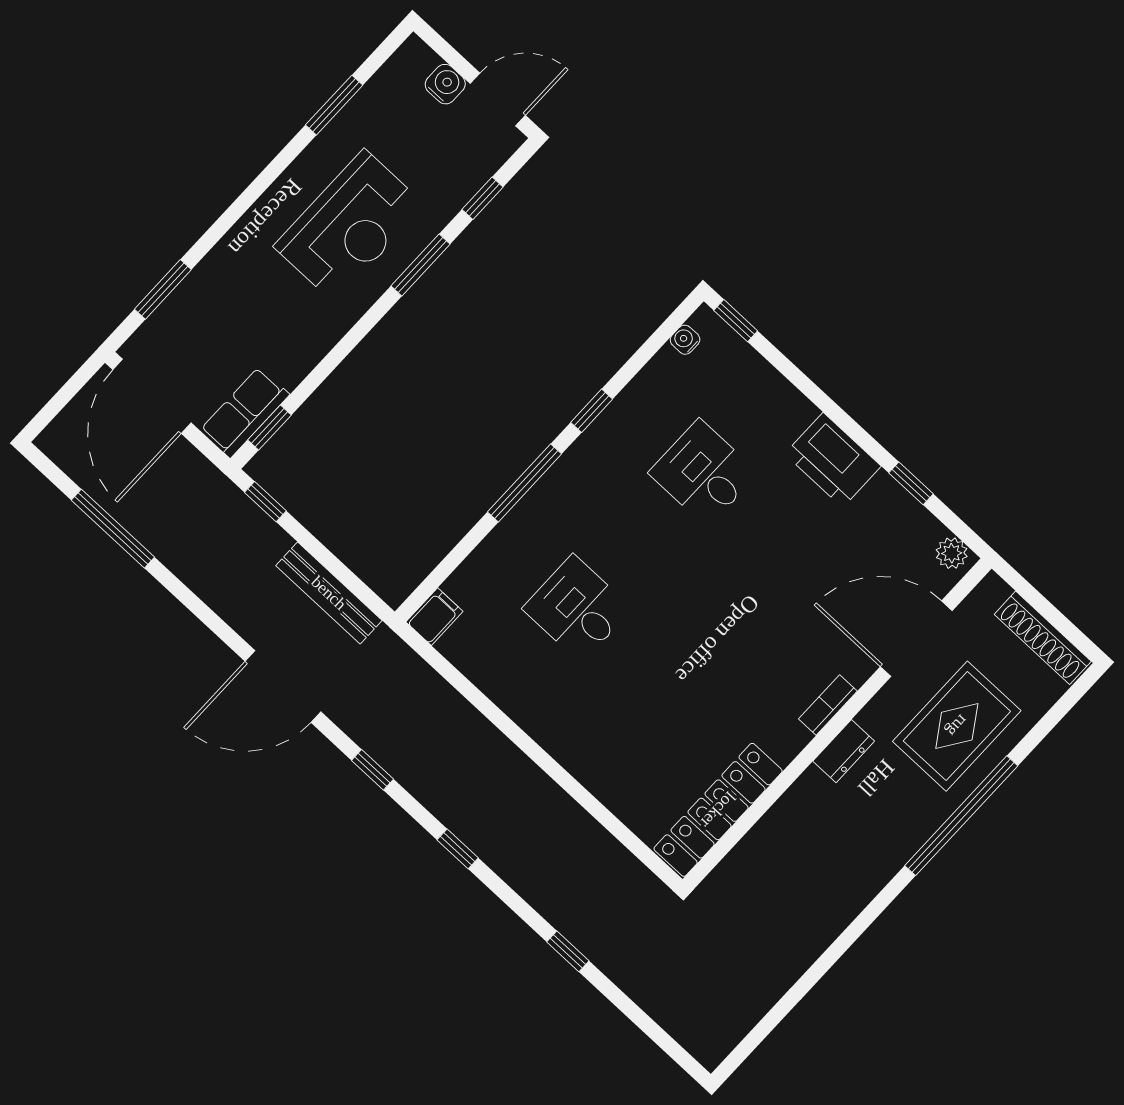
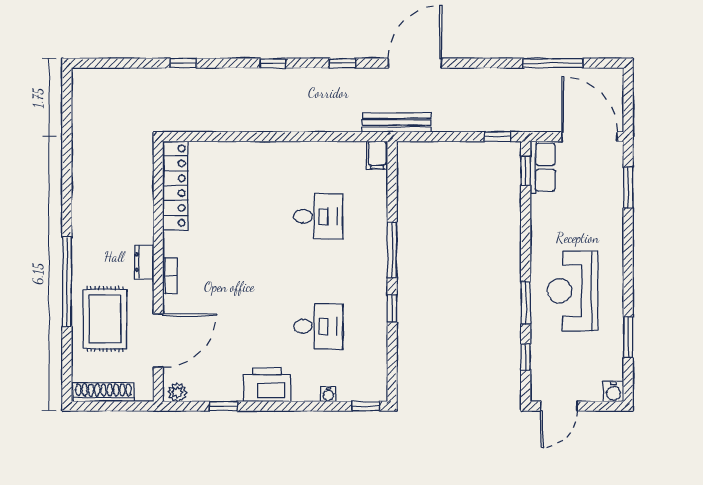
water cooler: (445, 84) -> (614, 392), moved
water cooler: (685, 340) -> (328, 394), moved, turned 90
bench: (329, 593) -> (397, 123), moved

